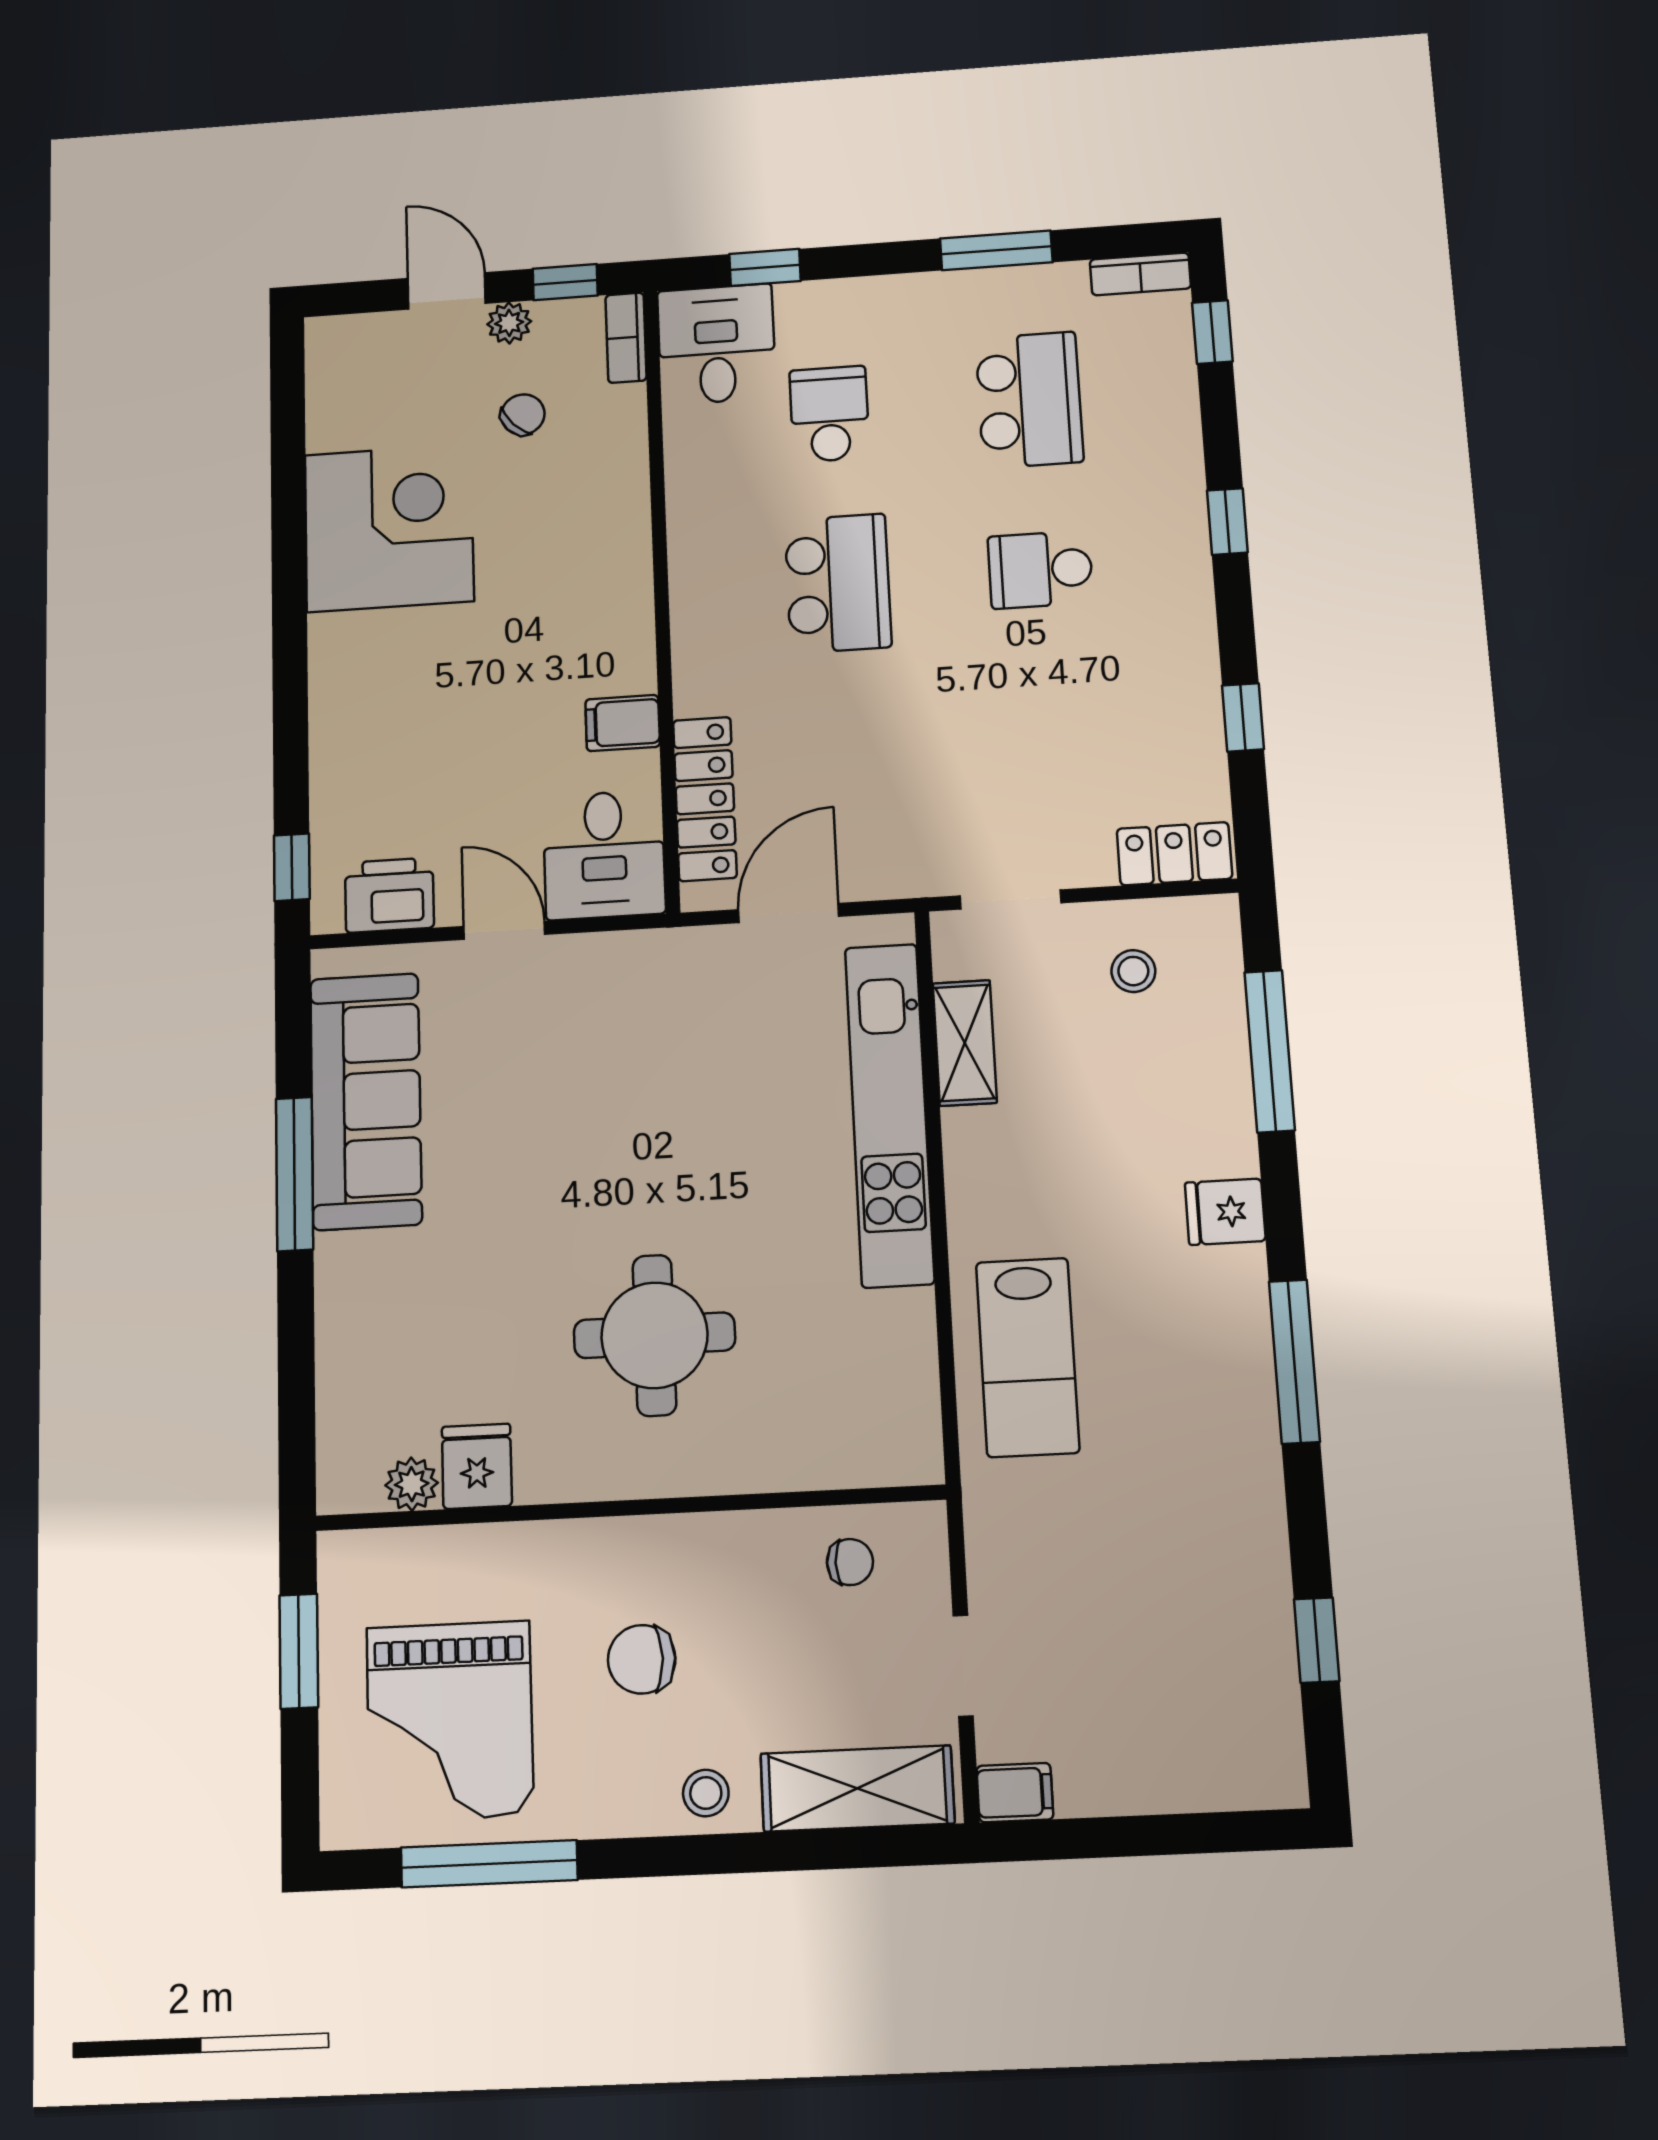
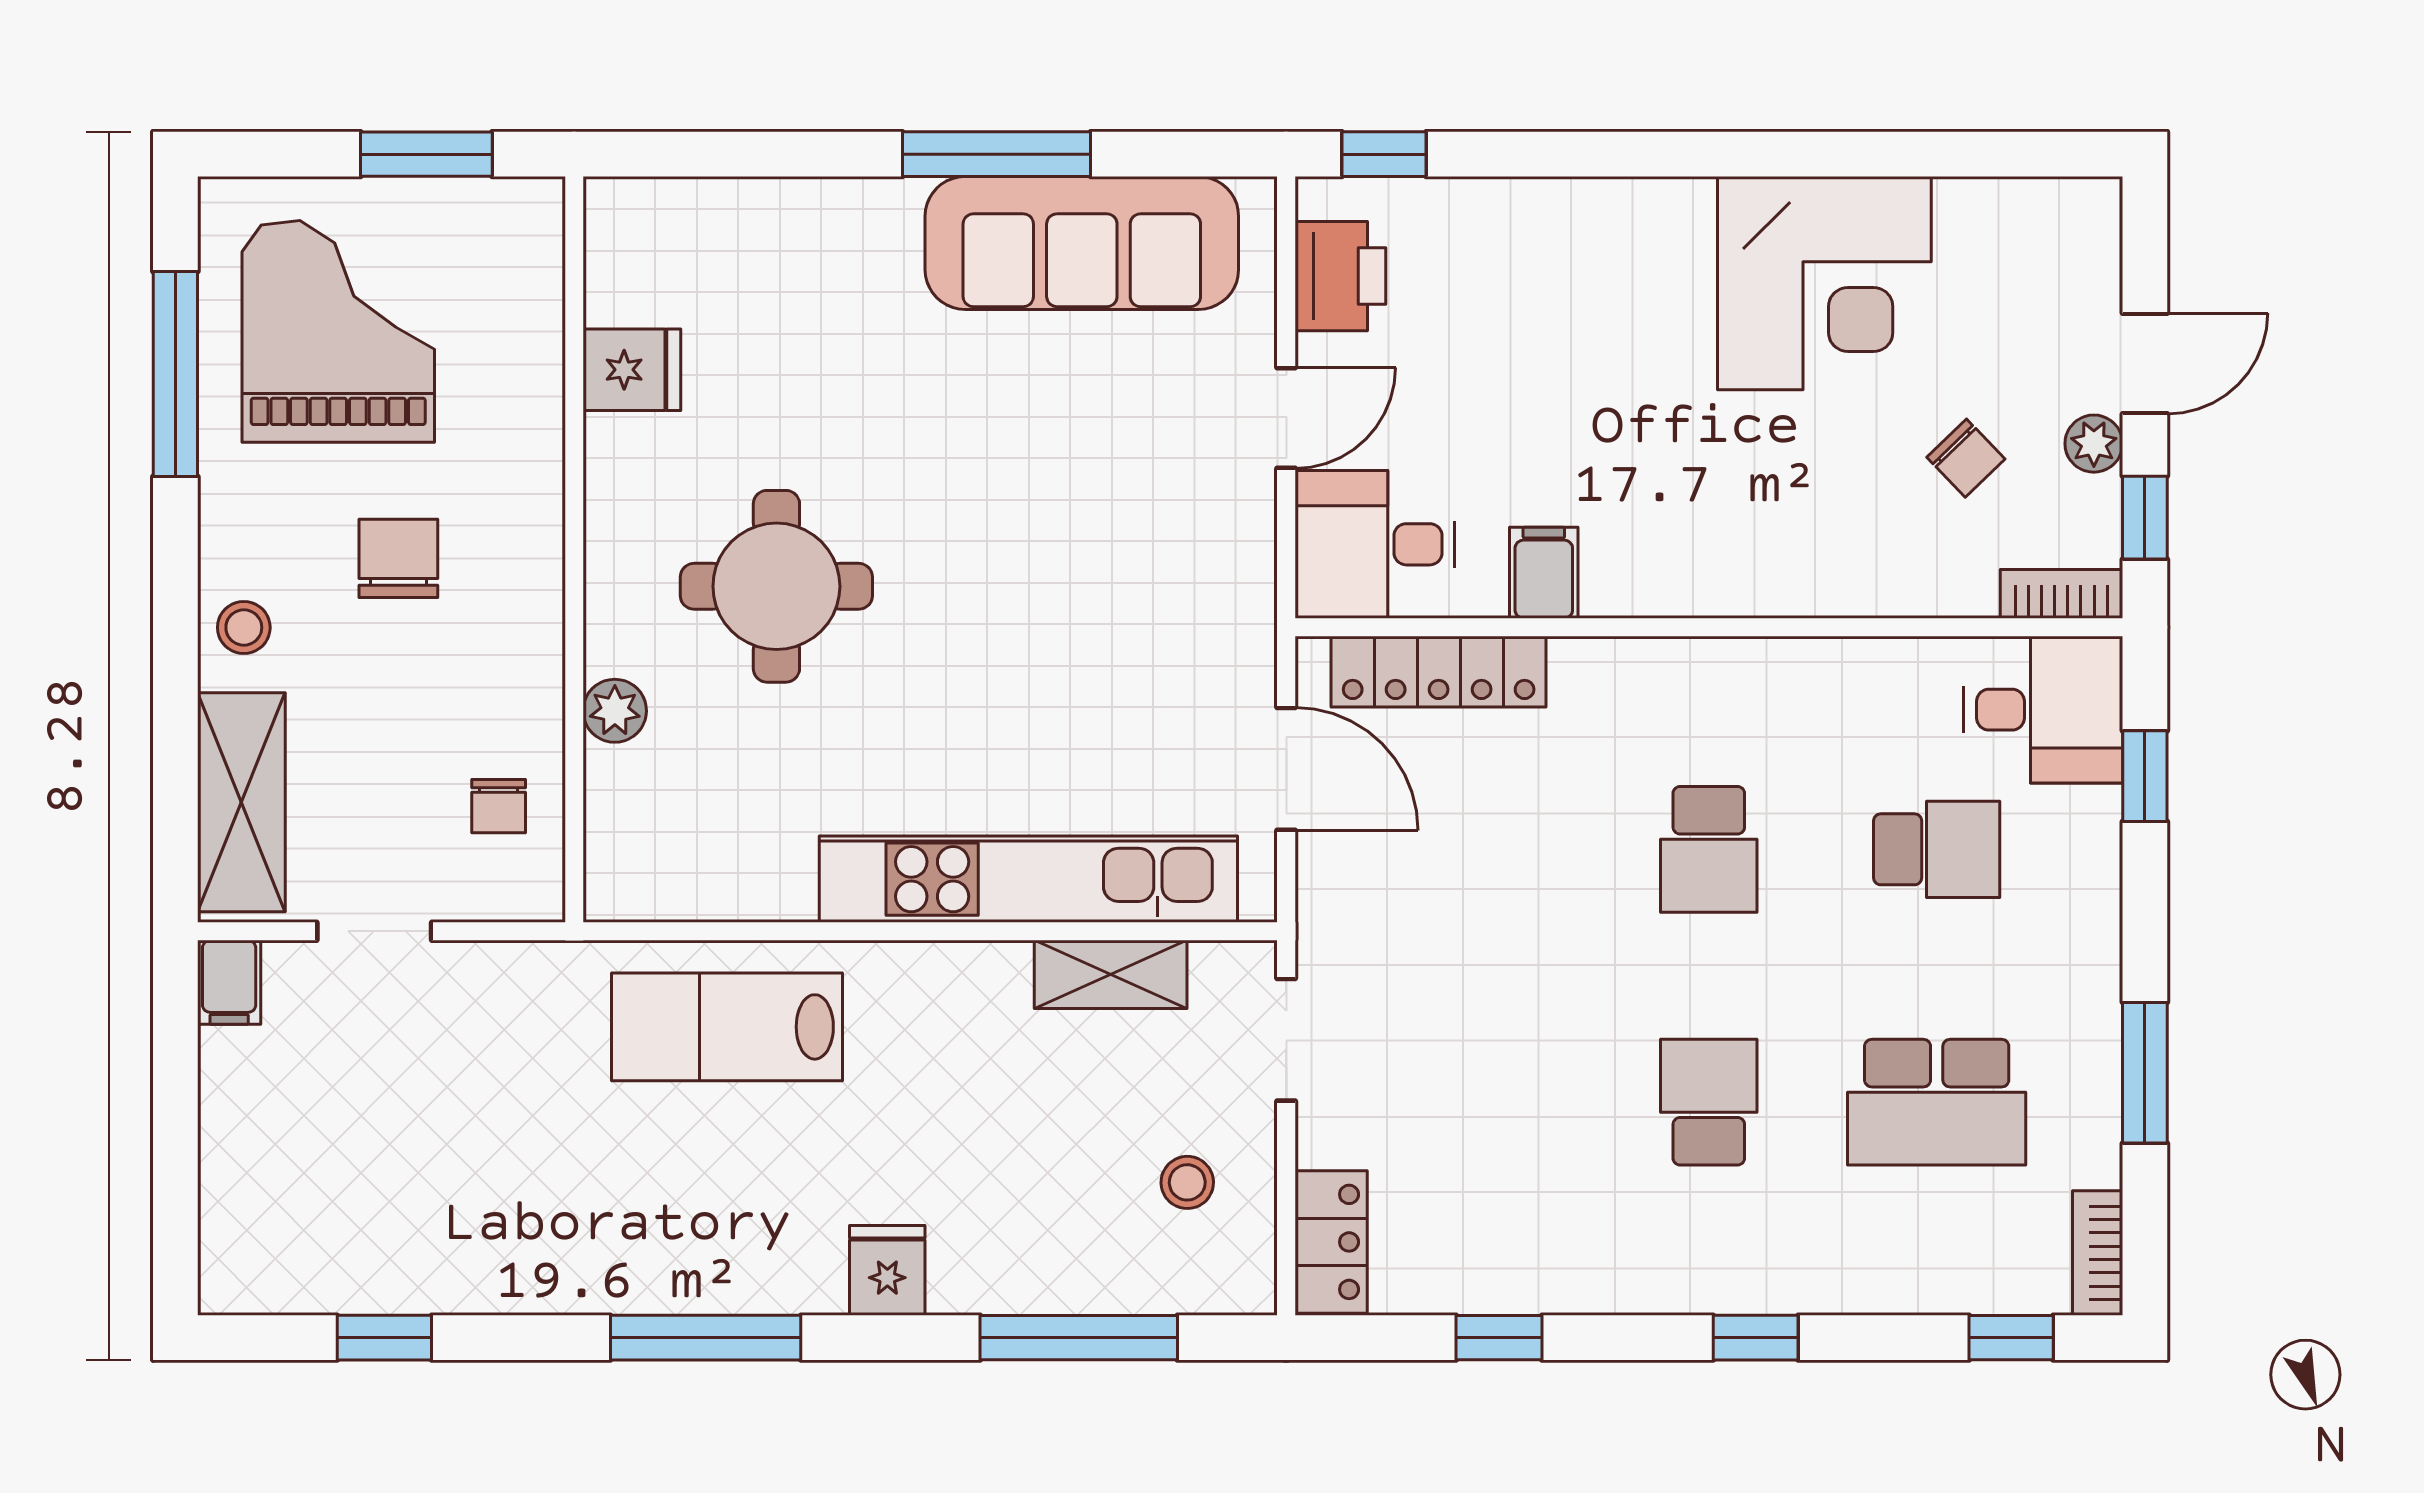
school desk: (838, 583) -> (1709, 849), width x0.54
plant: (412, 1484) -> (615, 711), moved
grand piano: (450, 1721) -> (338, 331), turned 90

